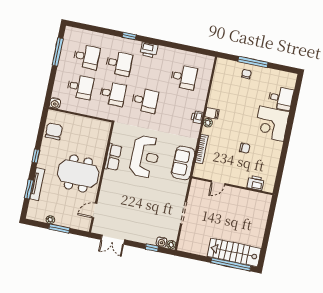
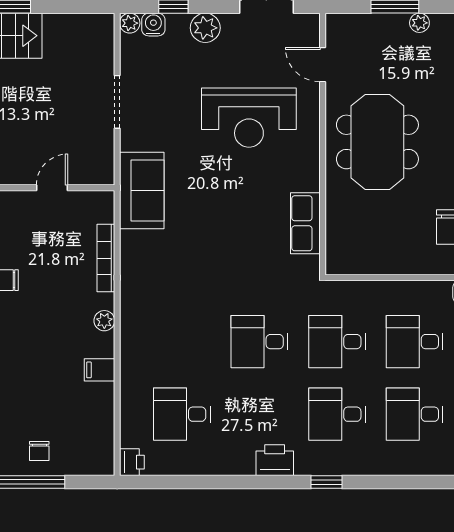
filing cabinet: (212, 113) -> (99, 370), moved
printer: (197, 117) -> (132, 462), moved
reception desk: (145, 156) -> (249, 118), moved, turned -90
row of seats: (113, 157) -> (305, 223), moved
sofa: (183, 163) -> (142, 191), moved
meeting table: (78, 173) -> (377, 142), turned 90
door: (94, 211) -> (323, 65), swing flipped
plant: (140, 236) -> (205, 28), added

